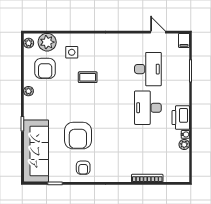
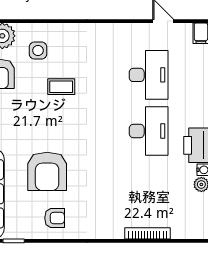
desk: (148, 108) -> (149, 131), turned 180
armchair: (83, 168) -> (55, 218), turned -90

